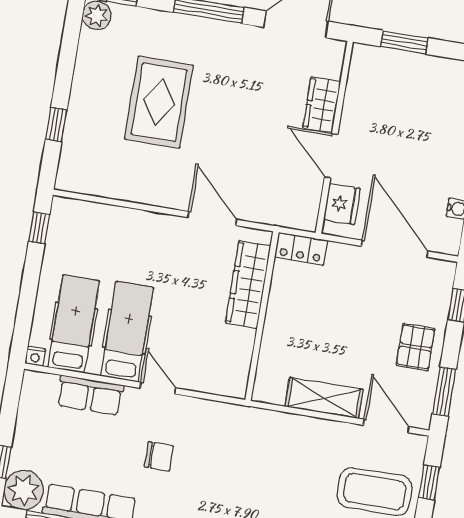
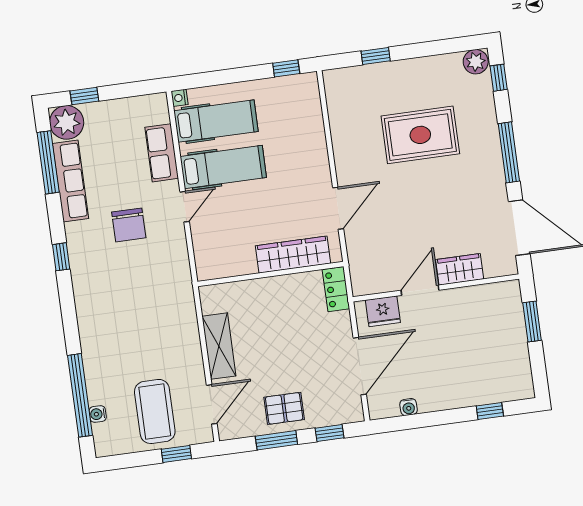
window: (444, 392) -> (276, 440), moved
chair: (159, 456) -> (129, 225), width x1.37, depth x1.37

